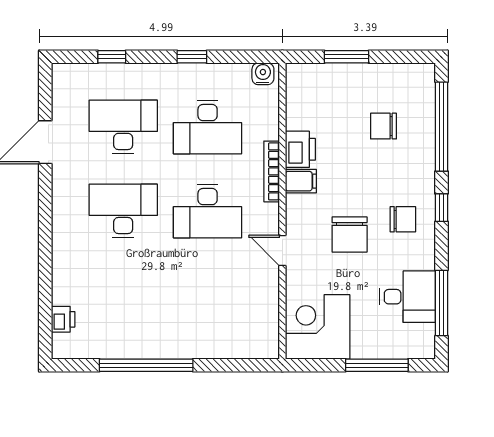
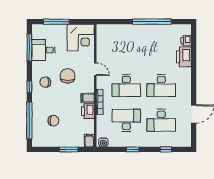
filing cabinet: (297, 78) -> (89, 141), added
desk: (208, 211) -> (126, 86), turned 180
printer: (69, 280) -> (184, 57), added

